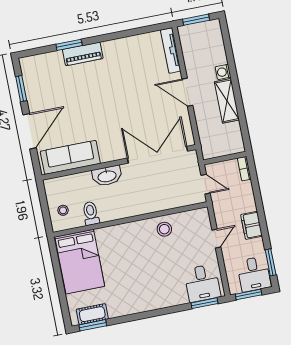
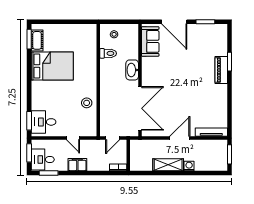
sofa: (70, 157) -> (150, 41), width x0.73
bed: (80, 262) -> (52, 66), moved, turned 180

